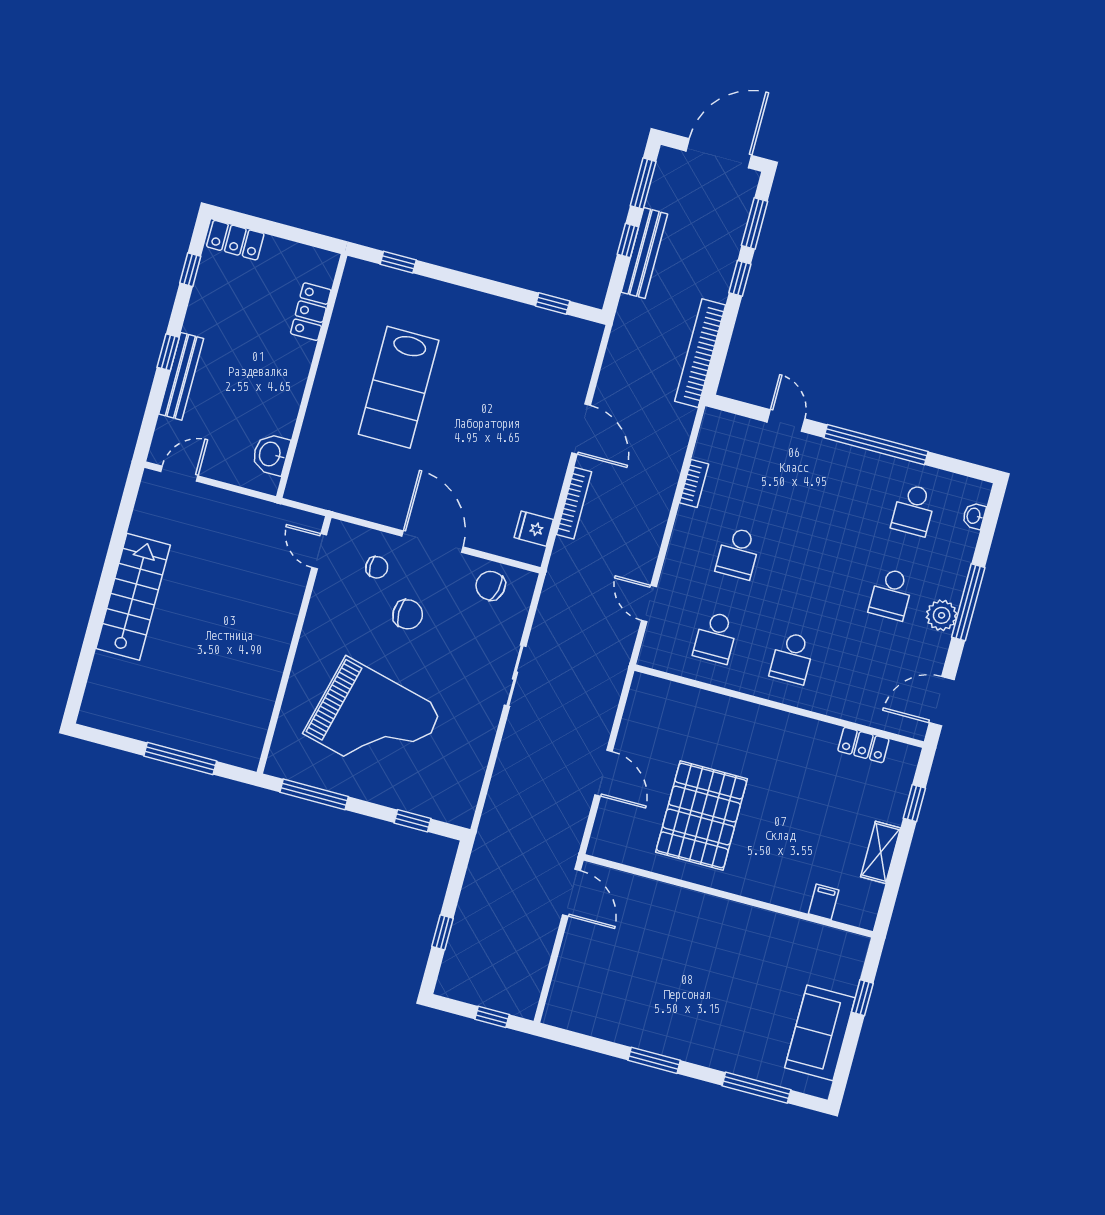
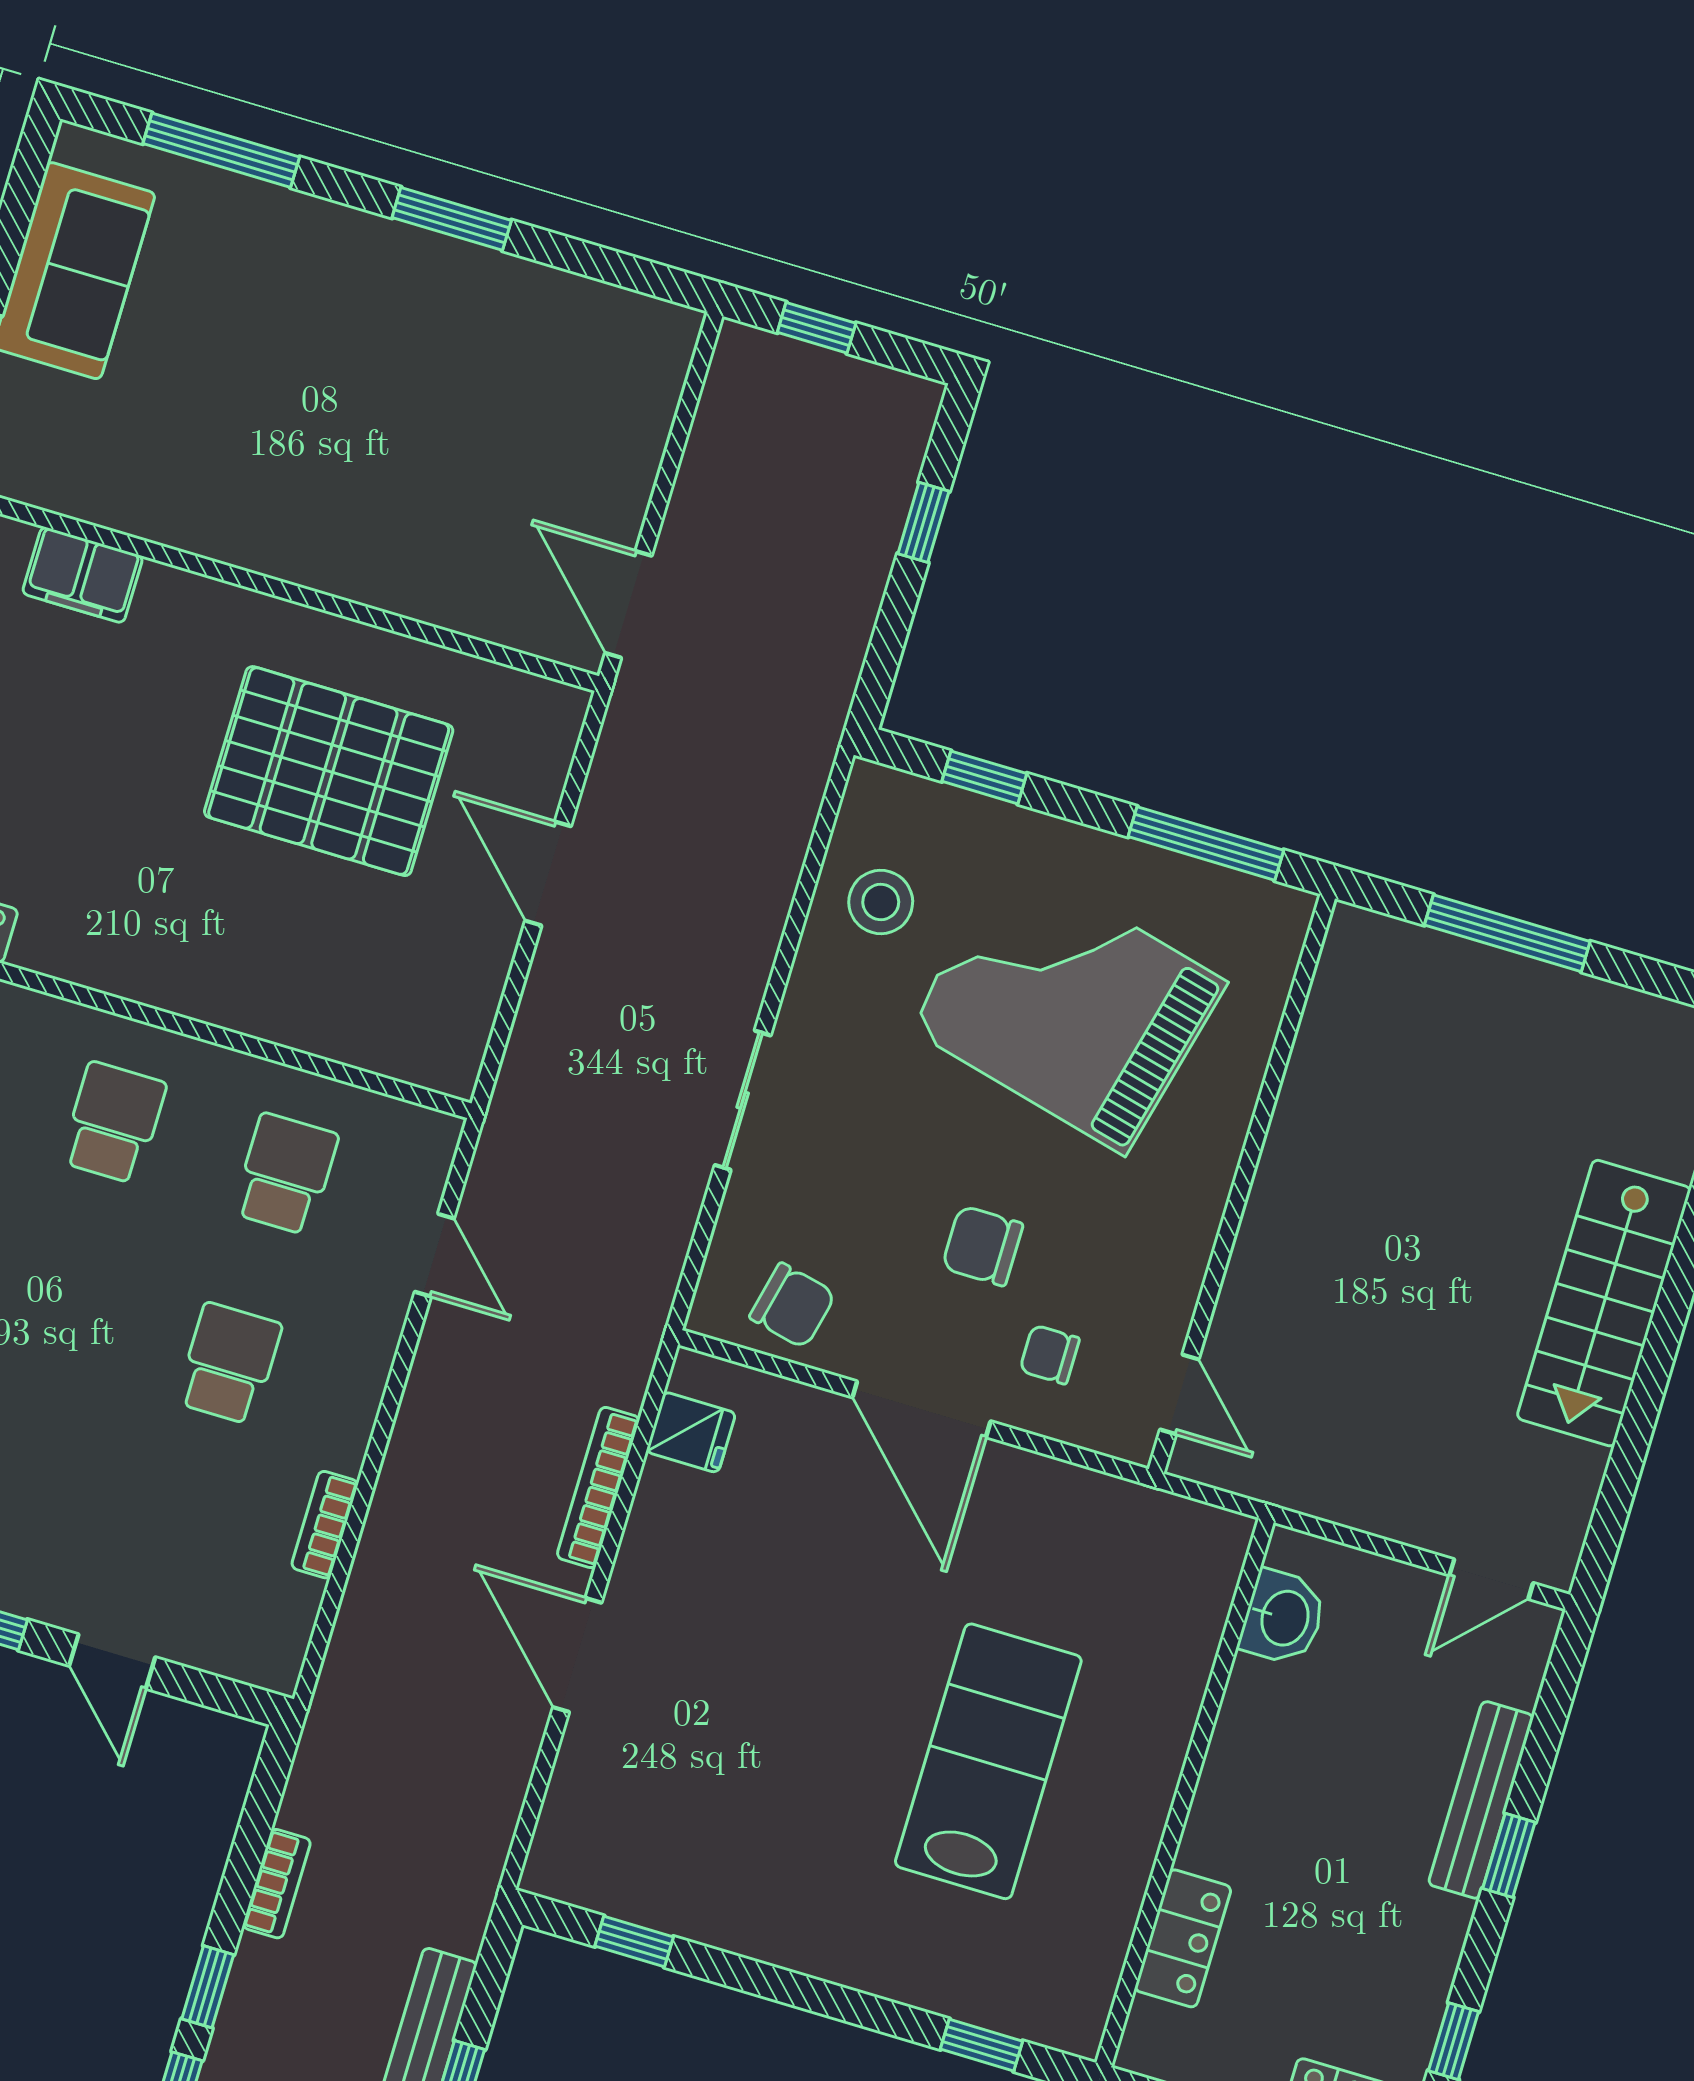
bookcase: (700, 353) -> (277, 1884), width x0.43, depth x0.76
stool: (457, 765) -> (881, 902), added
pallet: (702, 815) -> (329, 771), turned 90
filing cabinet: (824, 902) -> (83, 575), width x2.00

